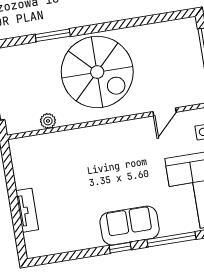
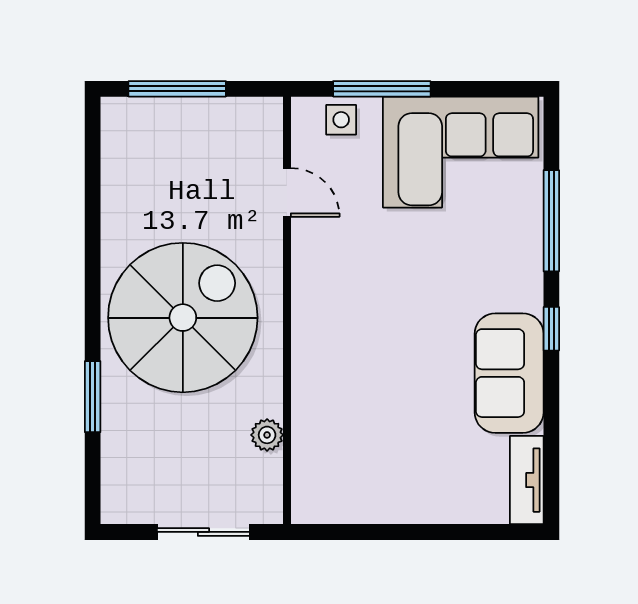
tv unit: (27, 210) -> (527, 480), moved, turned -90
sofa: (130, 226) -> (509, 373), moved

